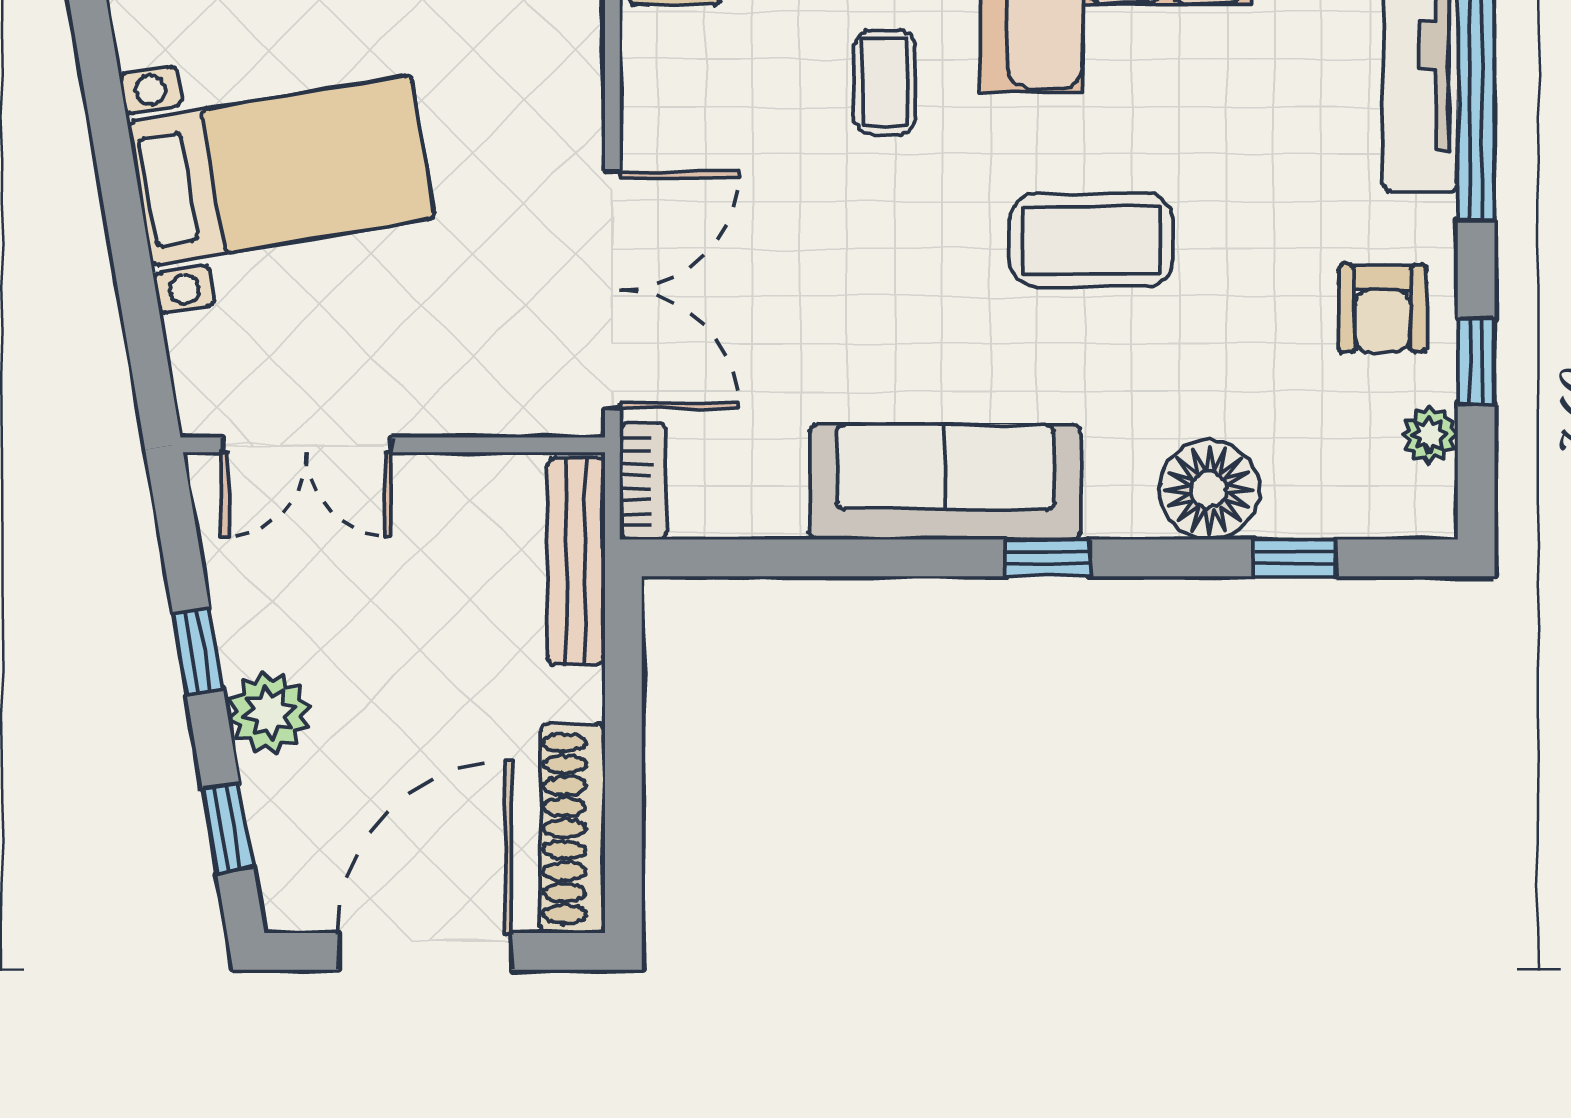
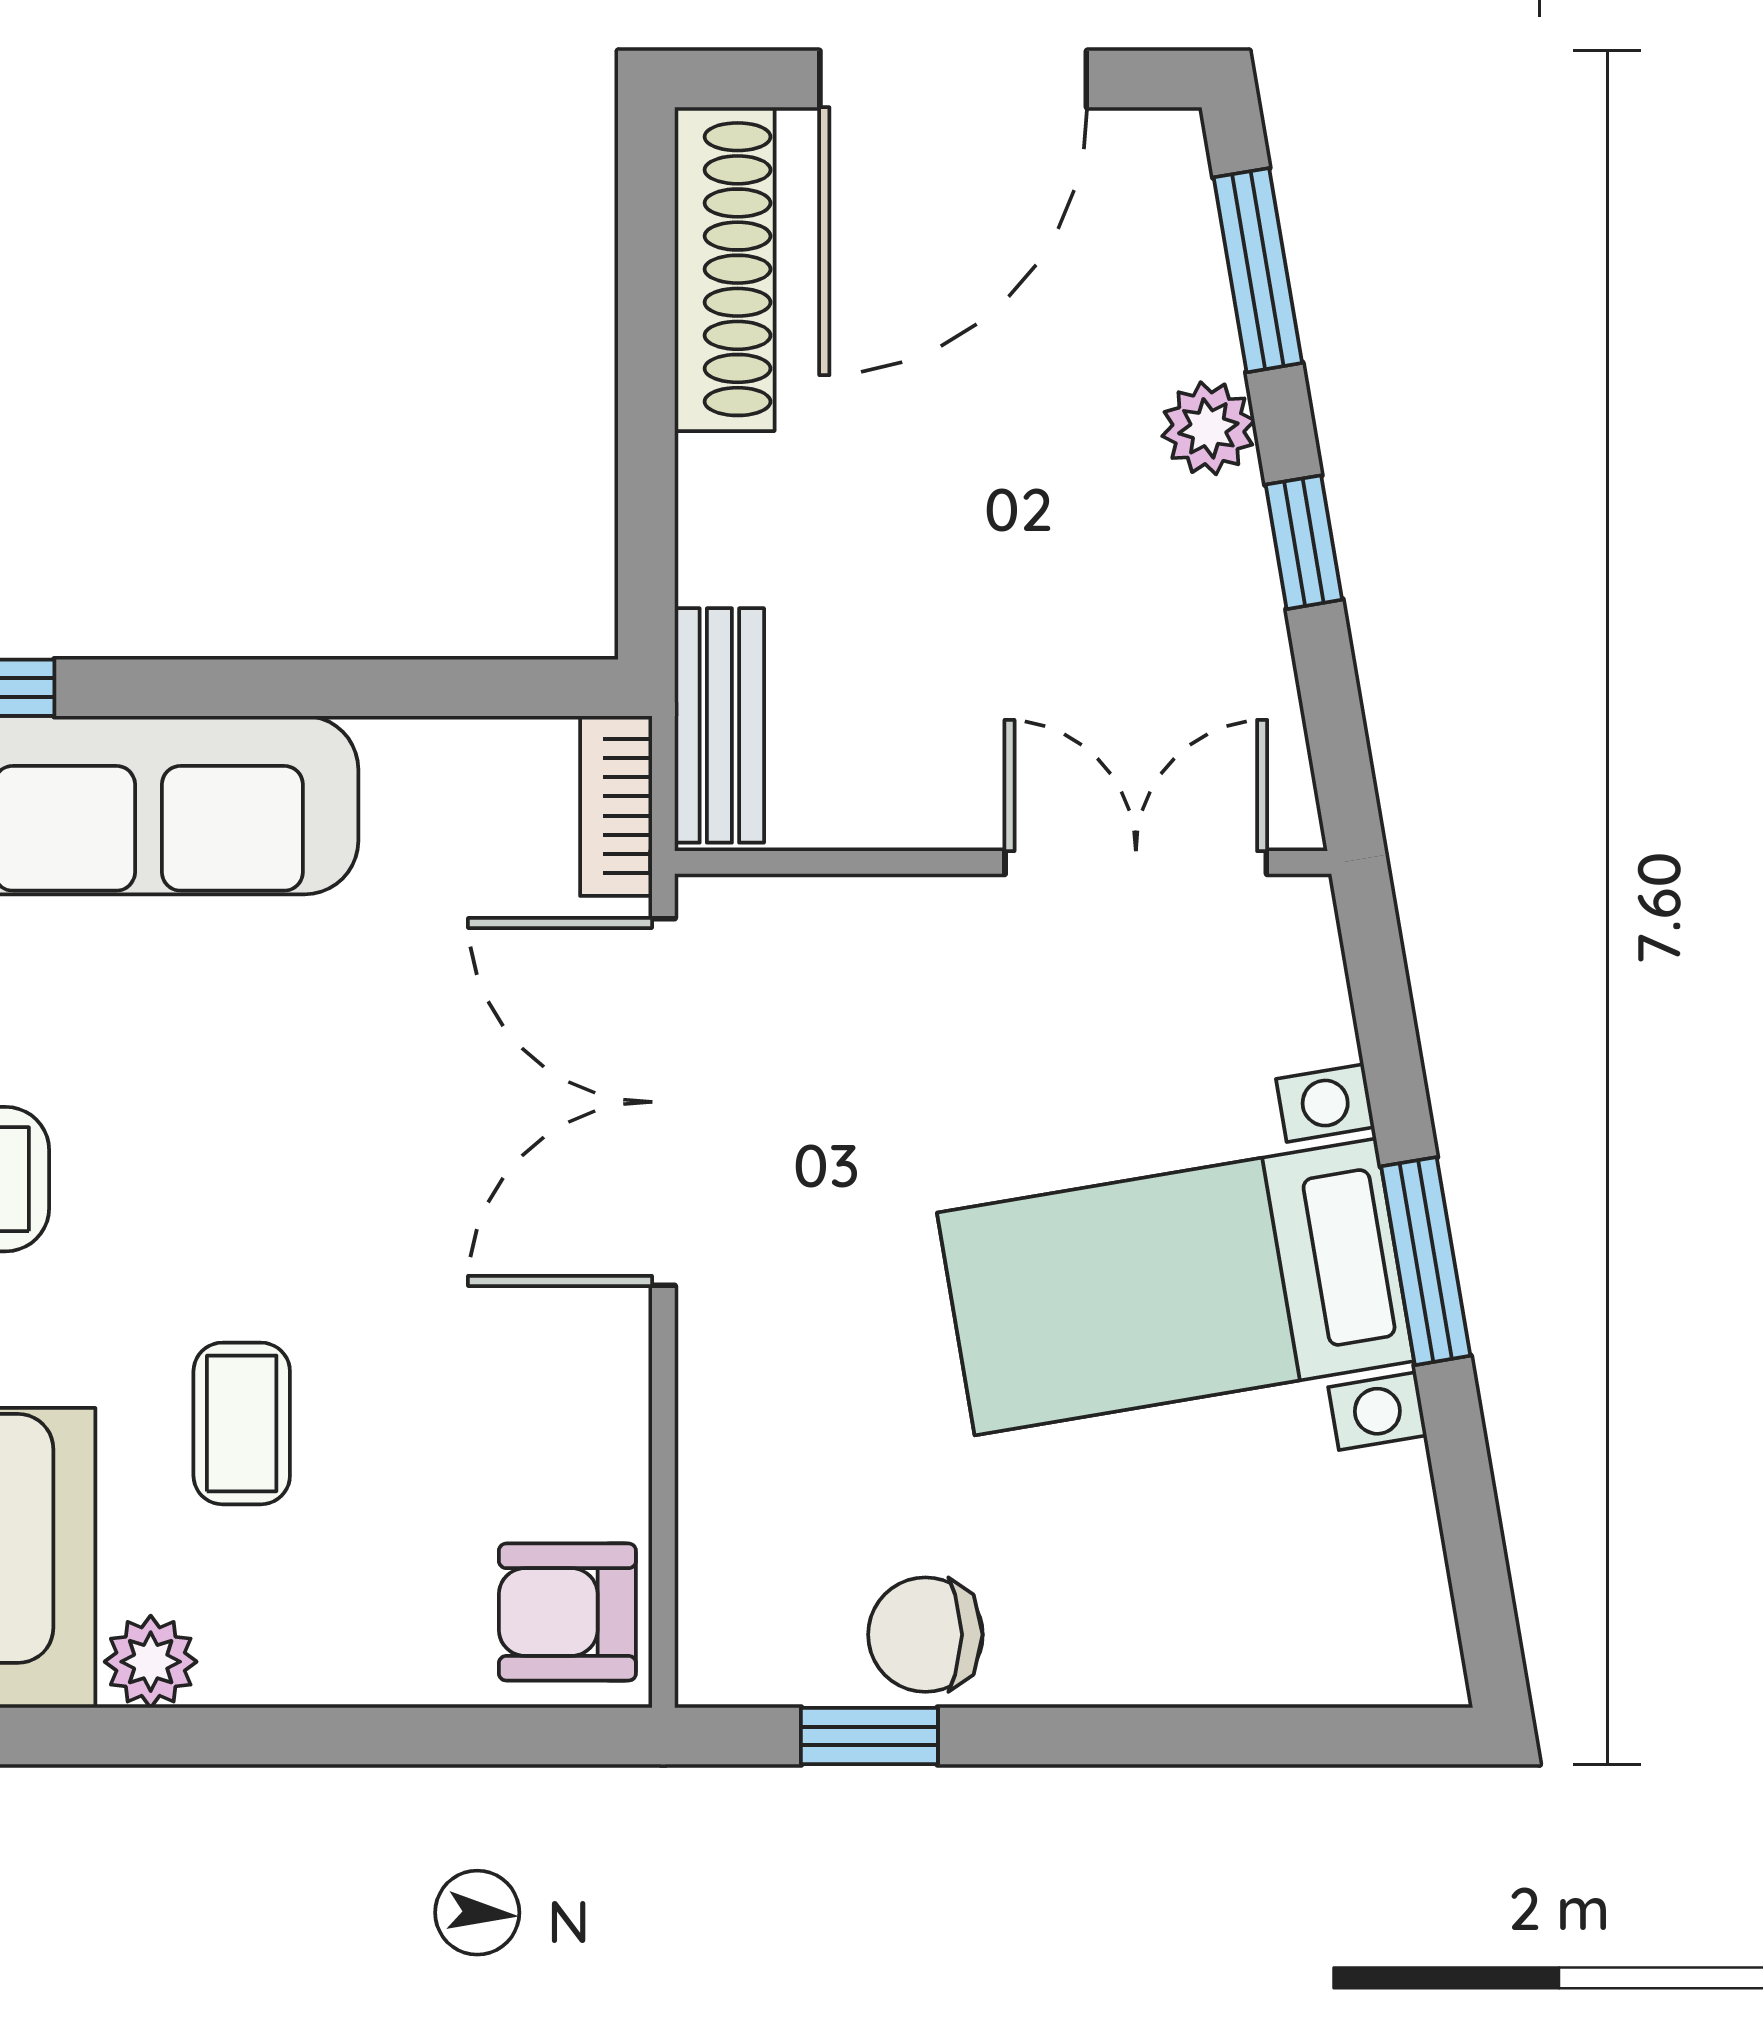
window: (119, 187) -> (1426, 1261), added
bench: (576, 561) -> (719, 725), width x0.73
plant: (269, 712) -> (1208, 428), width x0.73, depth x0.73
window: (228, 828) -> (1258, 270), width x1.50

